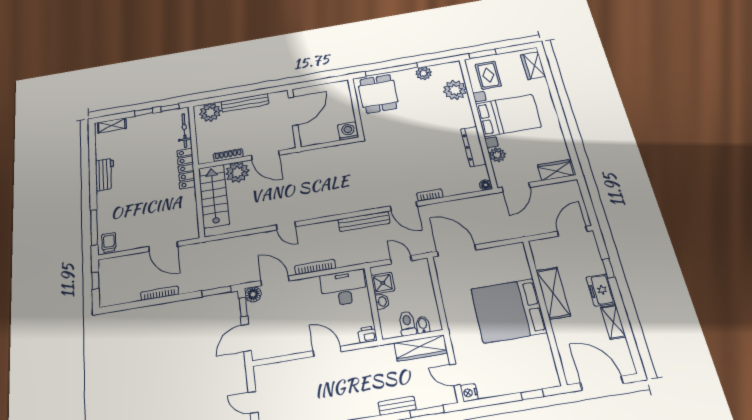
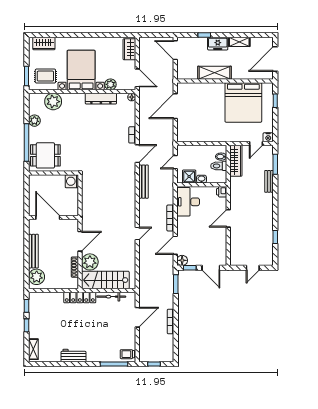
bicycle: (184, 130) -> (111, 297), moved
door: (457, 251) -> (175, 106), moved
bed: (509, 311) -> (243, 102), moved

